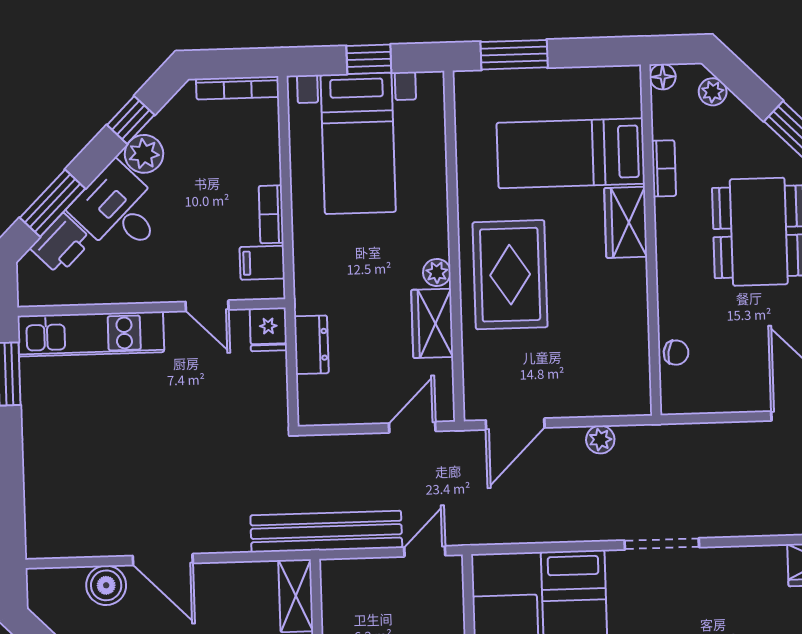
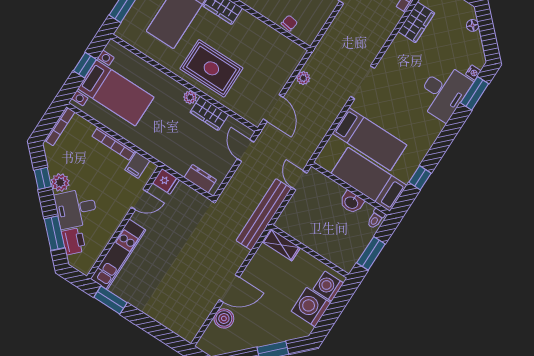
bookcase: (271, 214) -> (113, 144), width x1.56
dresser: (311, 345) -> (200, 179), moved

